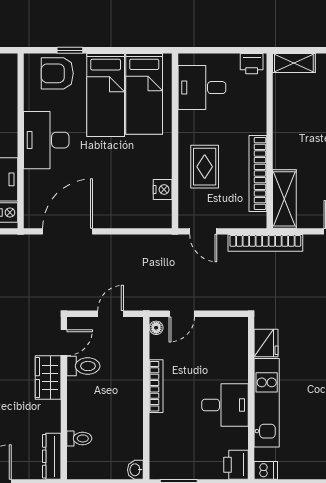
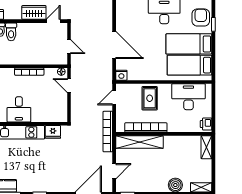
desk: (202, 88) -> (188, 97), width x1.37
rug: (205, 167) -> (150, 98), turned 90
nightstand: (163, 190) -> (121, 75), moved
shelving: (284, 199) -> (139, 142), width x1.47
door: (68, 231) -> (114, 45), moved
door: (64, 343) -> (53, 21), swing flipped
toilet: (83, 366) -> (11, 32), moved

